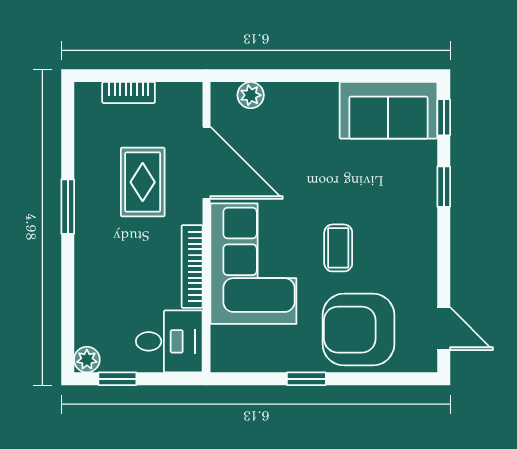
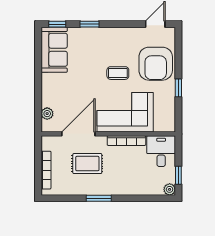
bookcase: (129, 93) -> (46, 170), width x1.56

